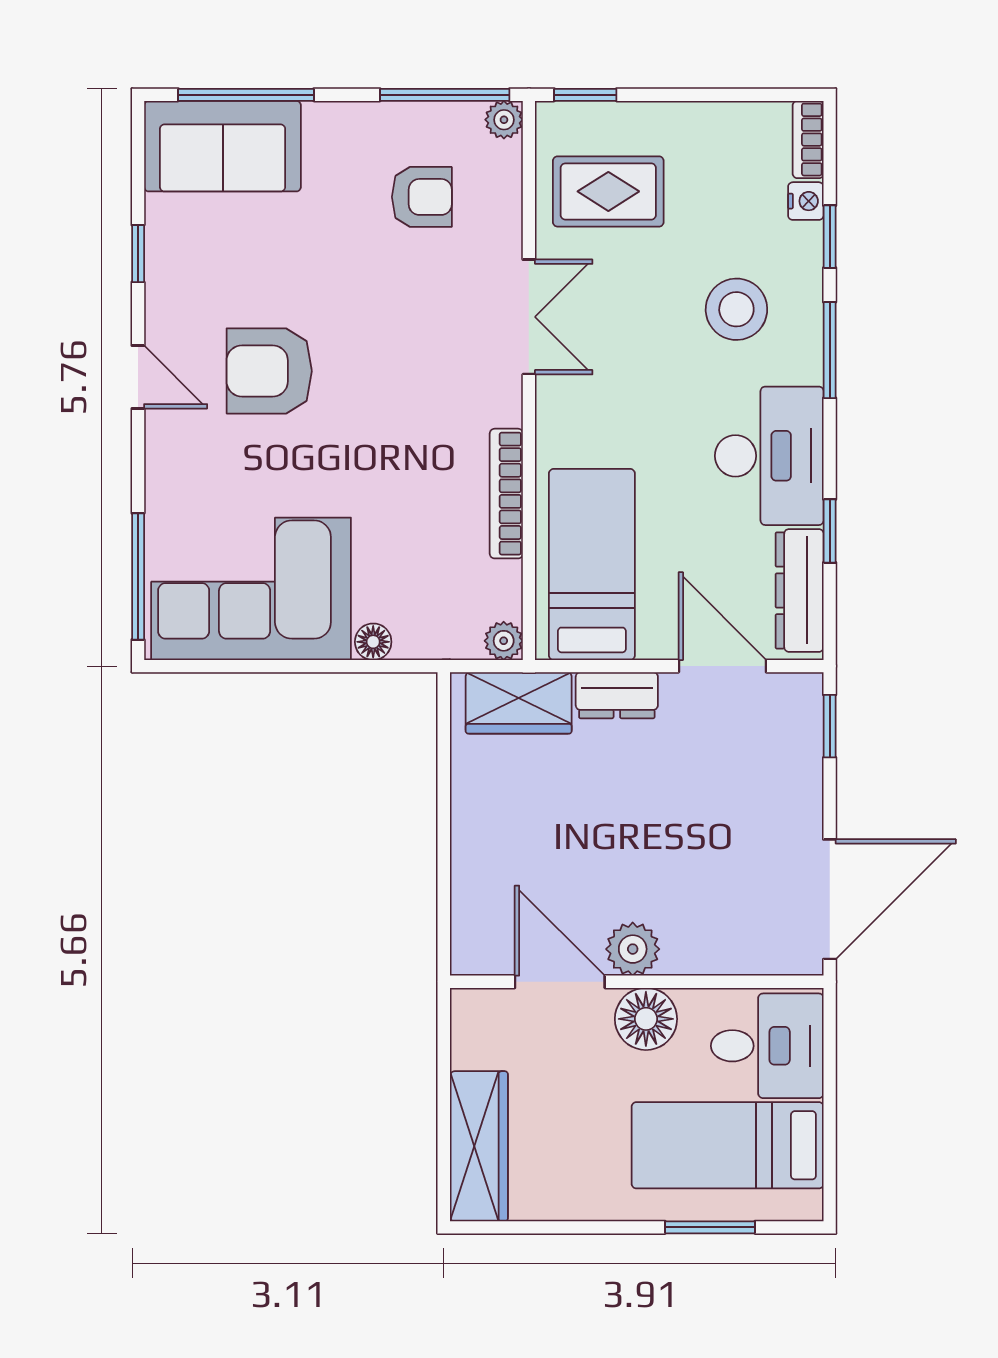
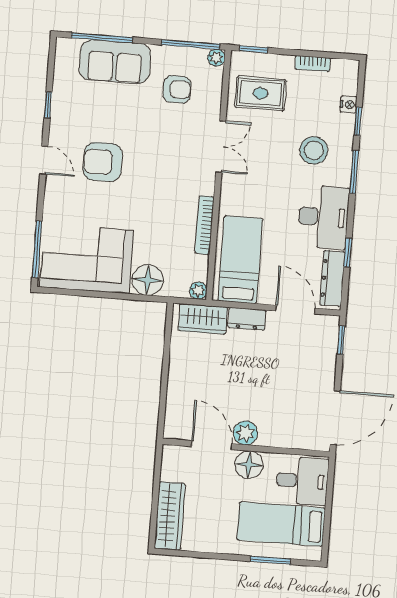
bookcase: (808, 140) -> (313, 63), moved, turned -90
sofa: (223, 146) -> (115, 62), moved
floor lamp: (373, 642) -> (148, 280), width x1.89, depth x1.89

